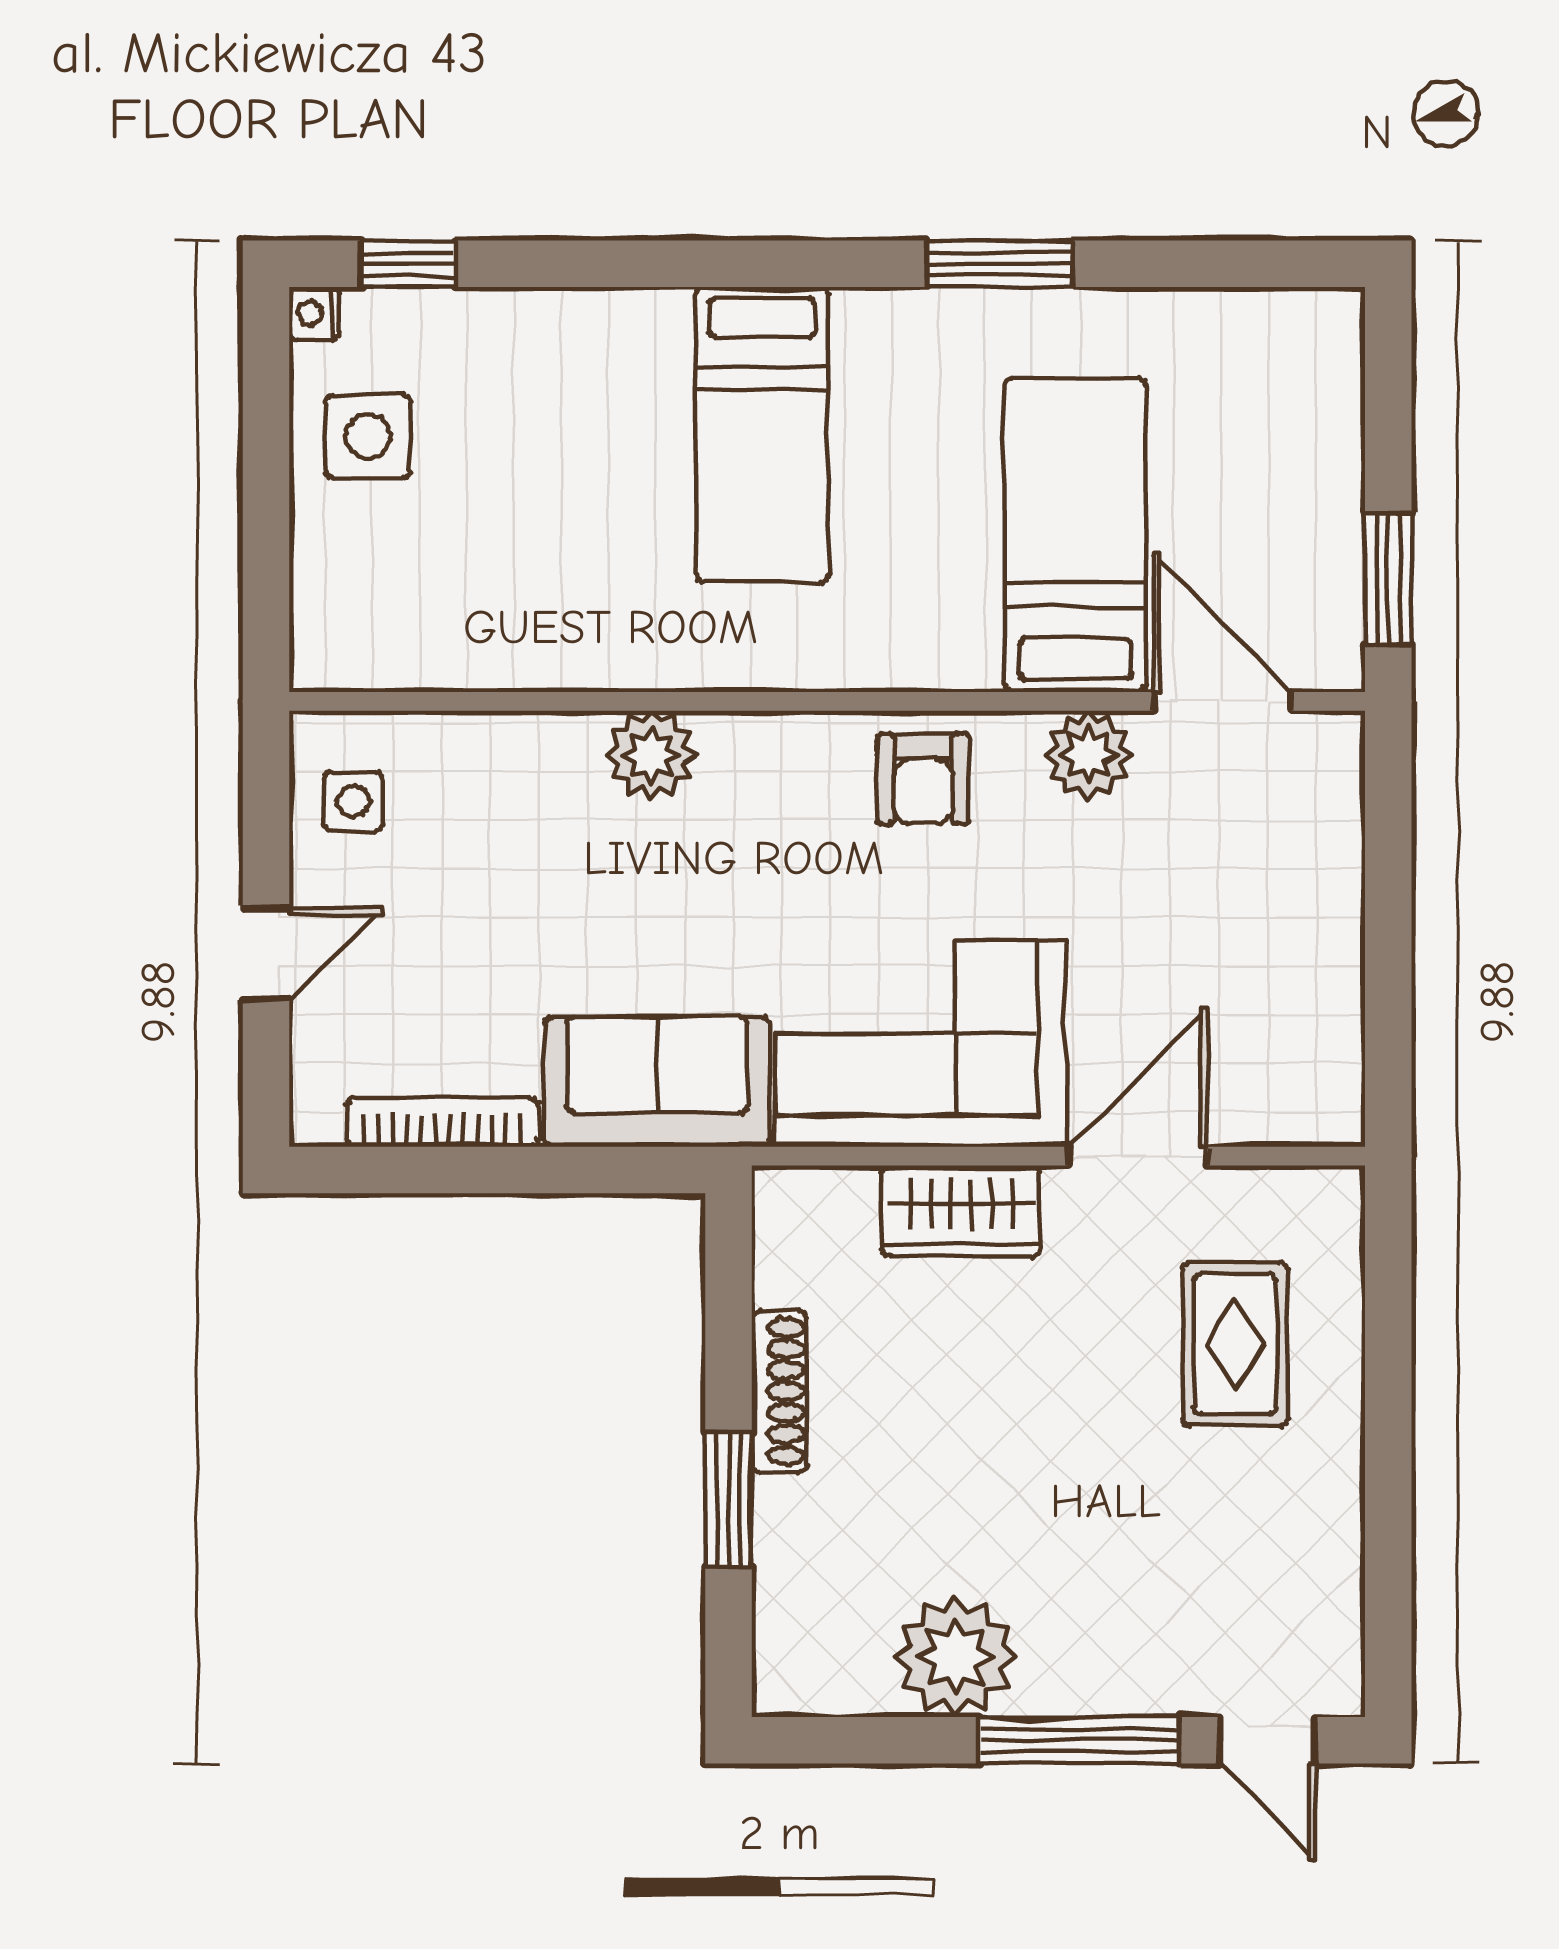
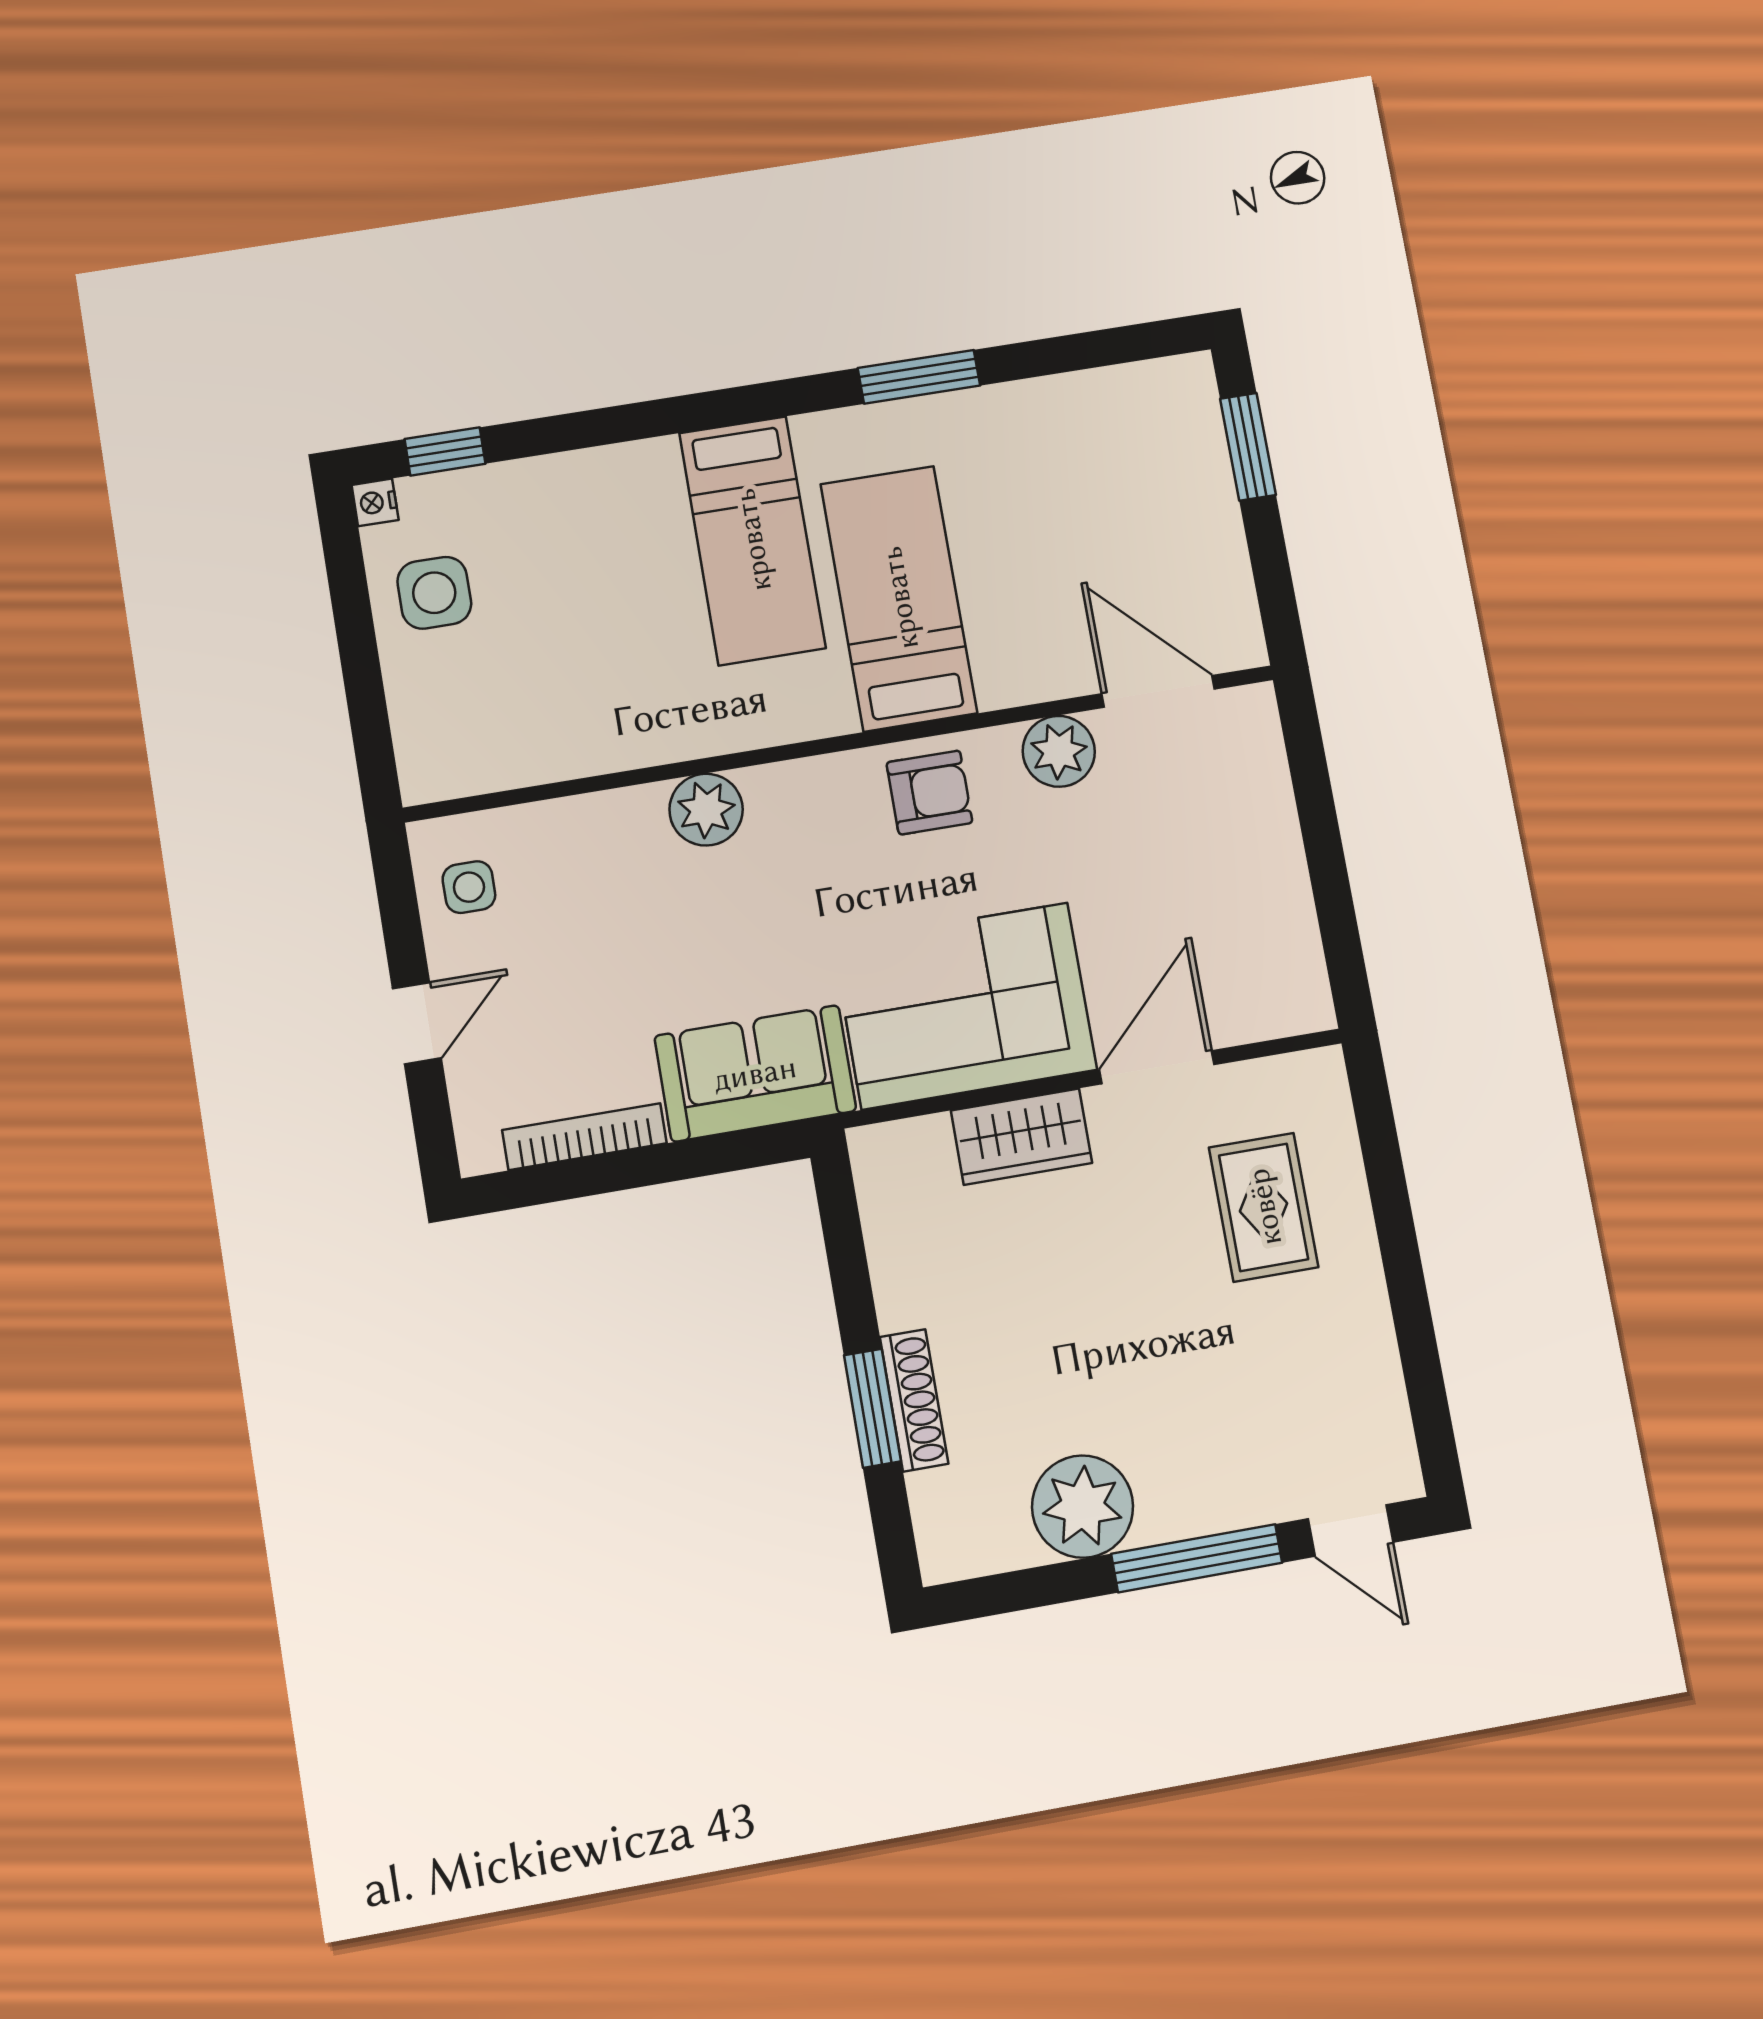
bed: (1075, 535) -> (899, 598), moved
window: (1388, 579) -> (1248, 447), moved
armchair: (923, 779) -> (929, 793), turned -90
shoe rack: (779, 1392) -> (914, 1400), moved

